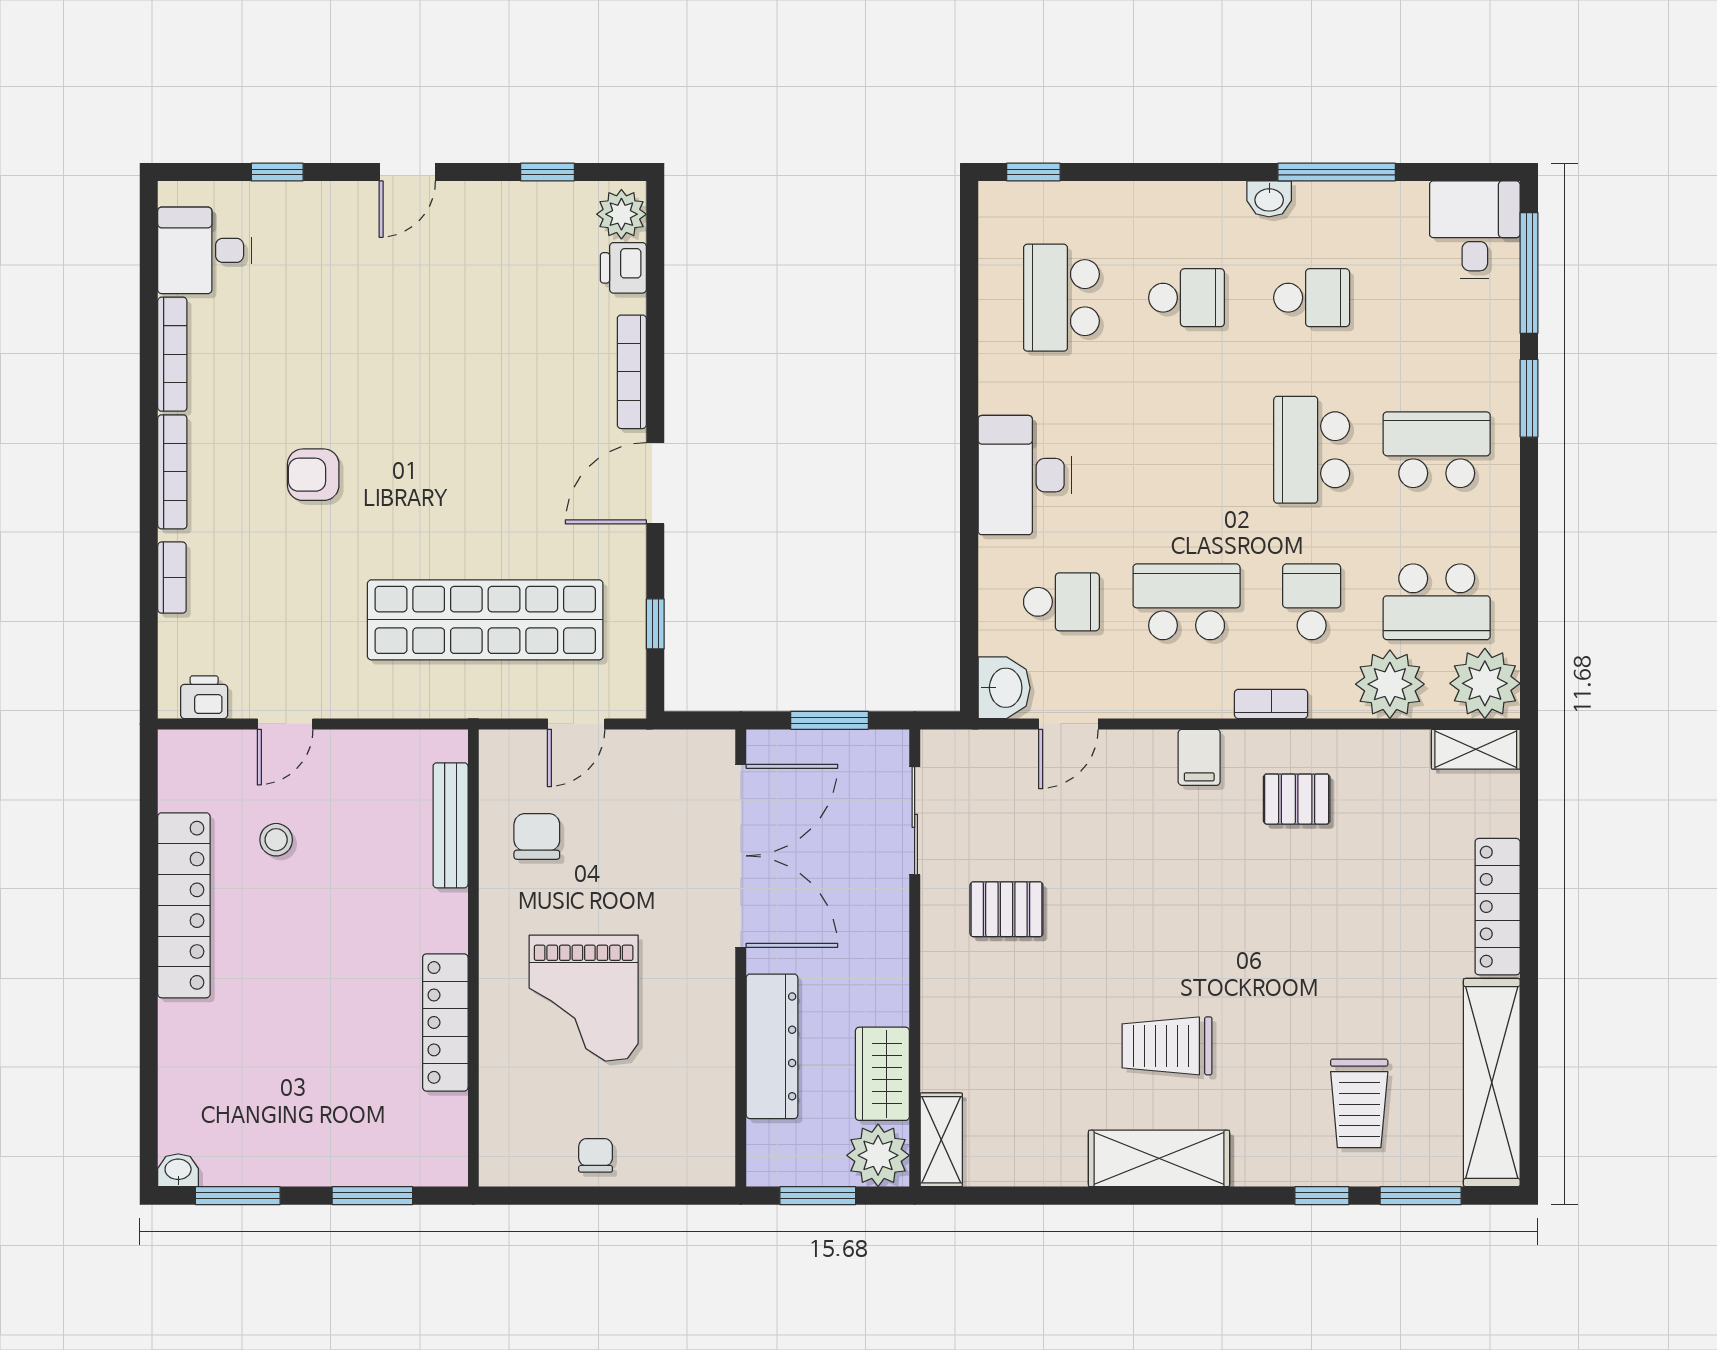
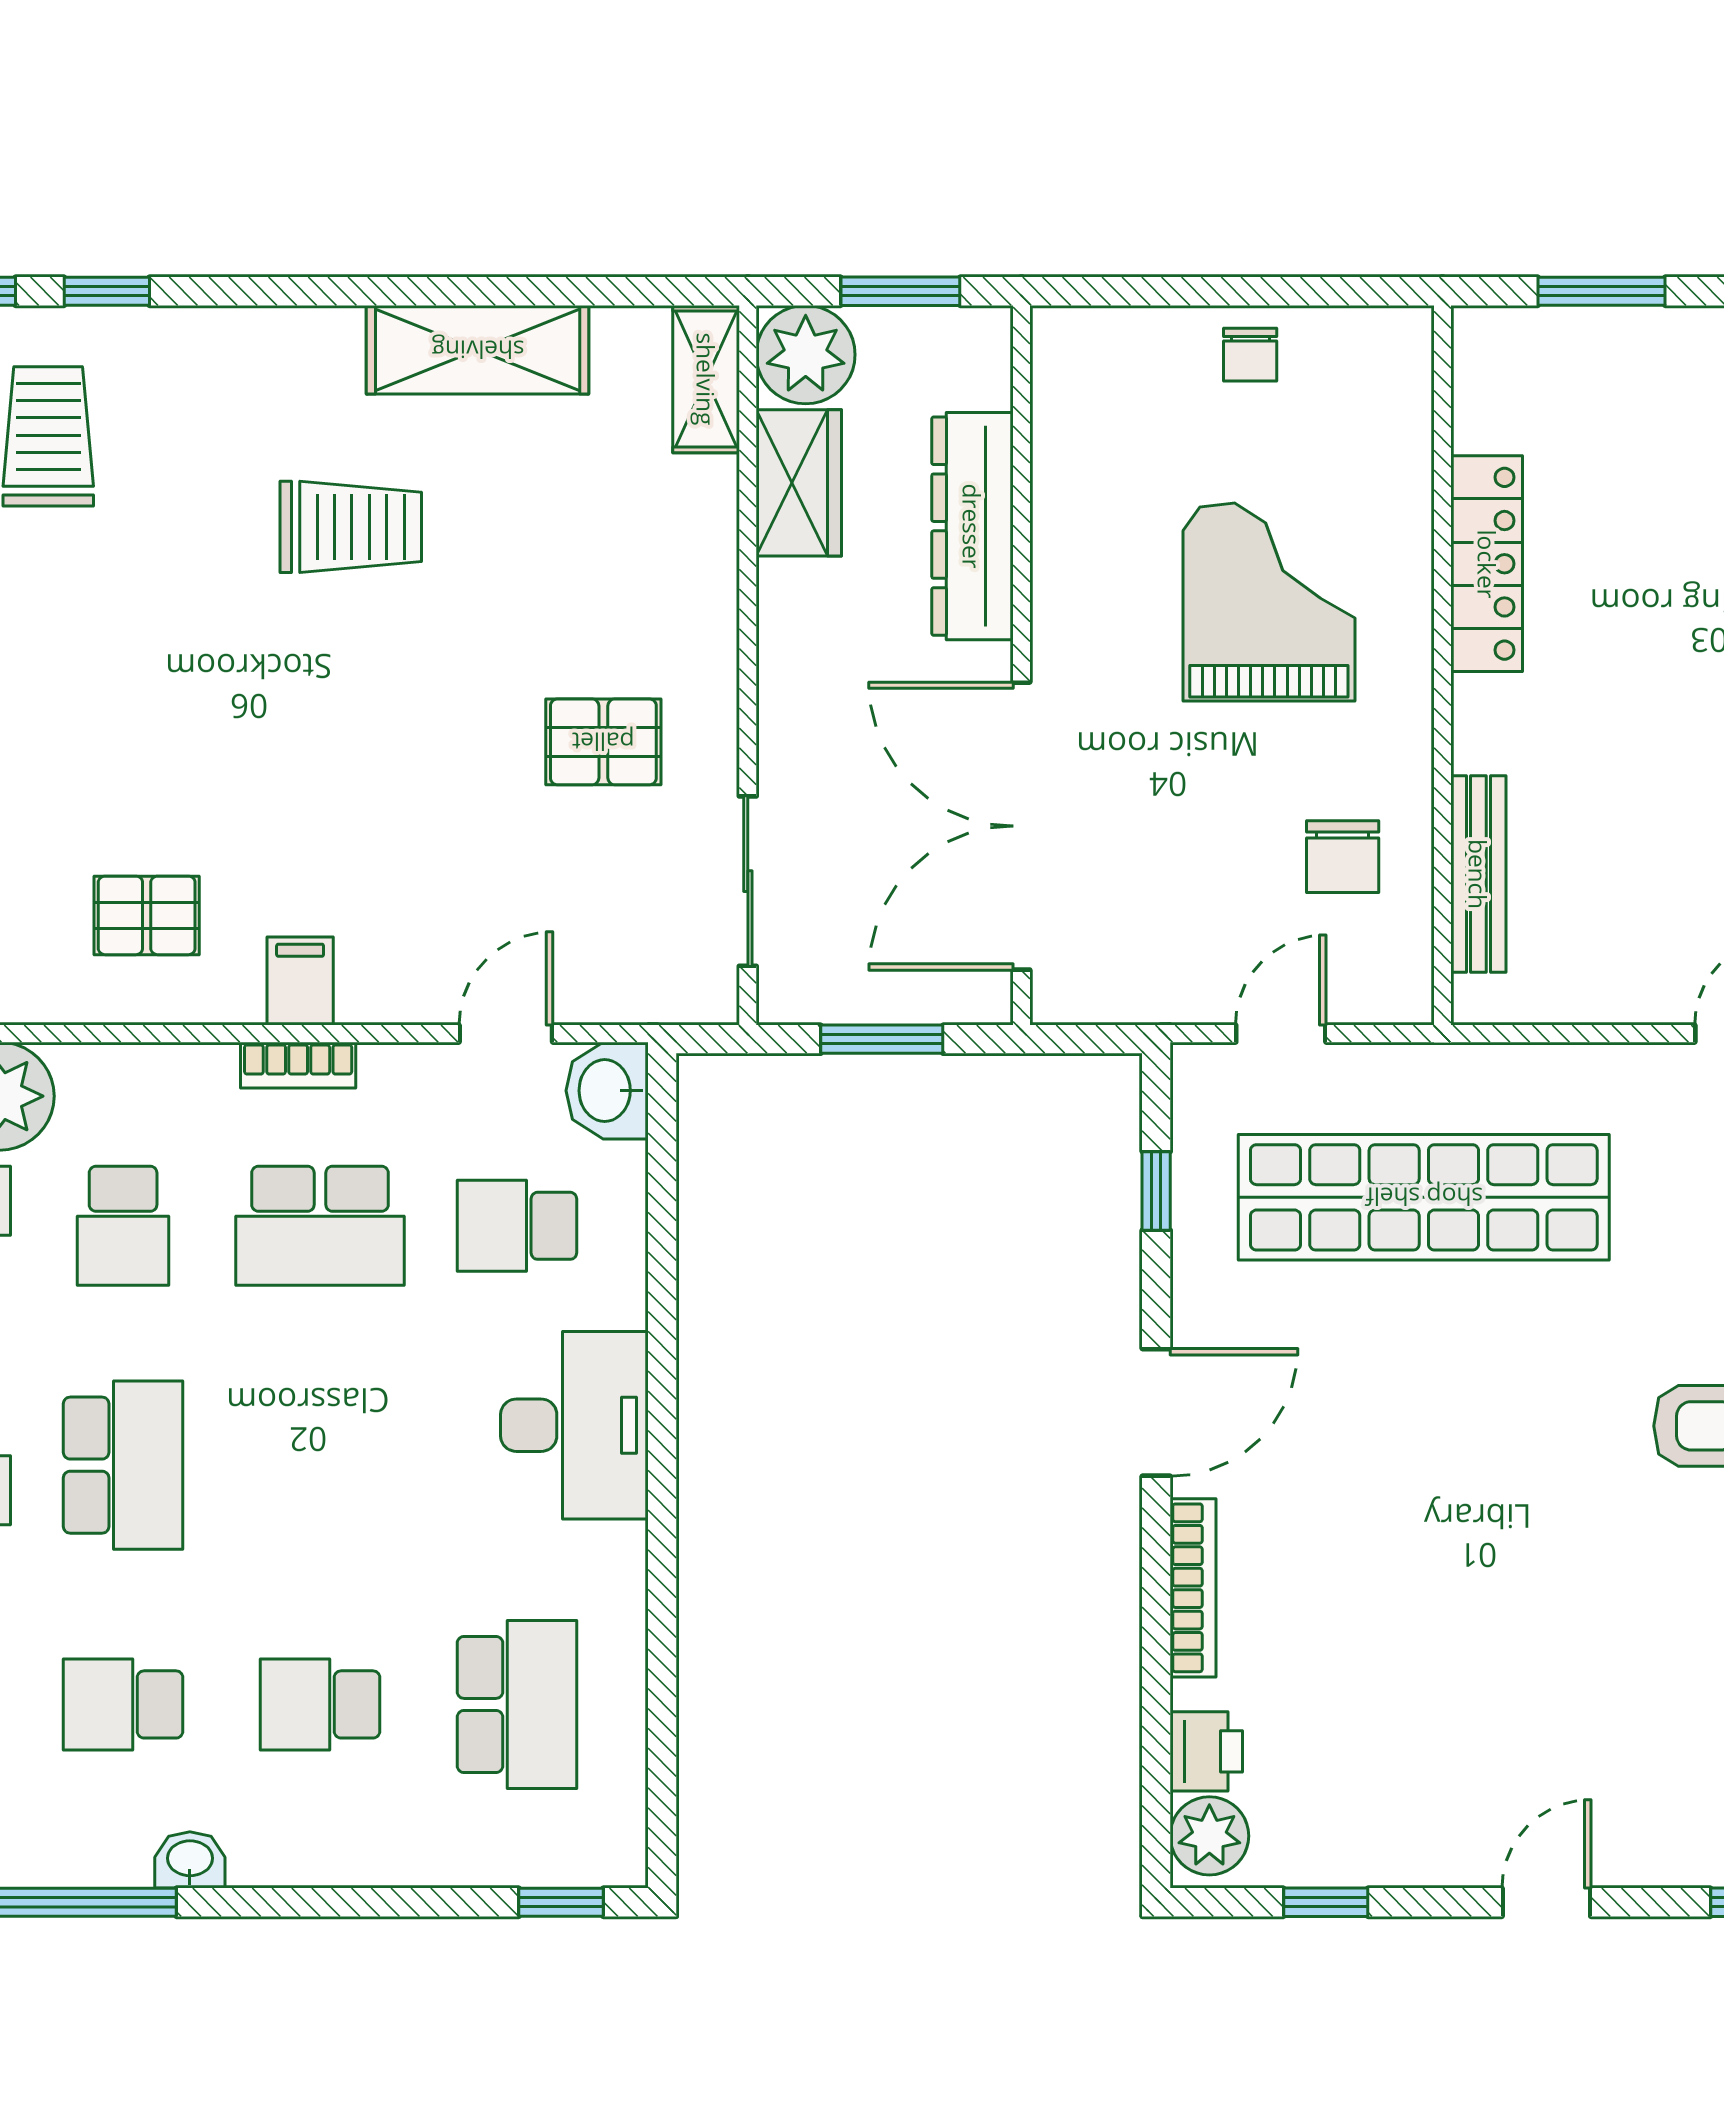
bookcase: (1271, 704) -> (298, 1065), moved
shelving: (1159, 1158) -> (478, 350), moved

